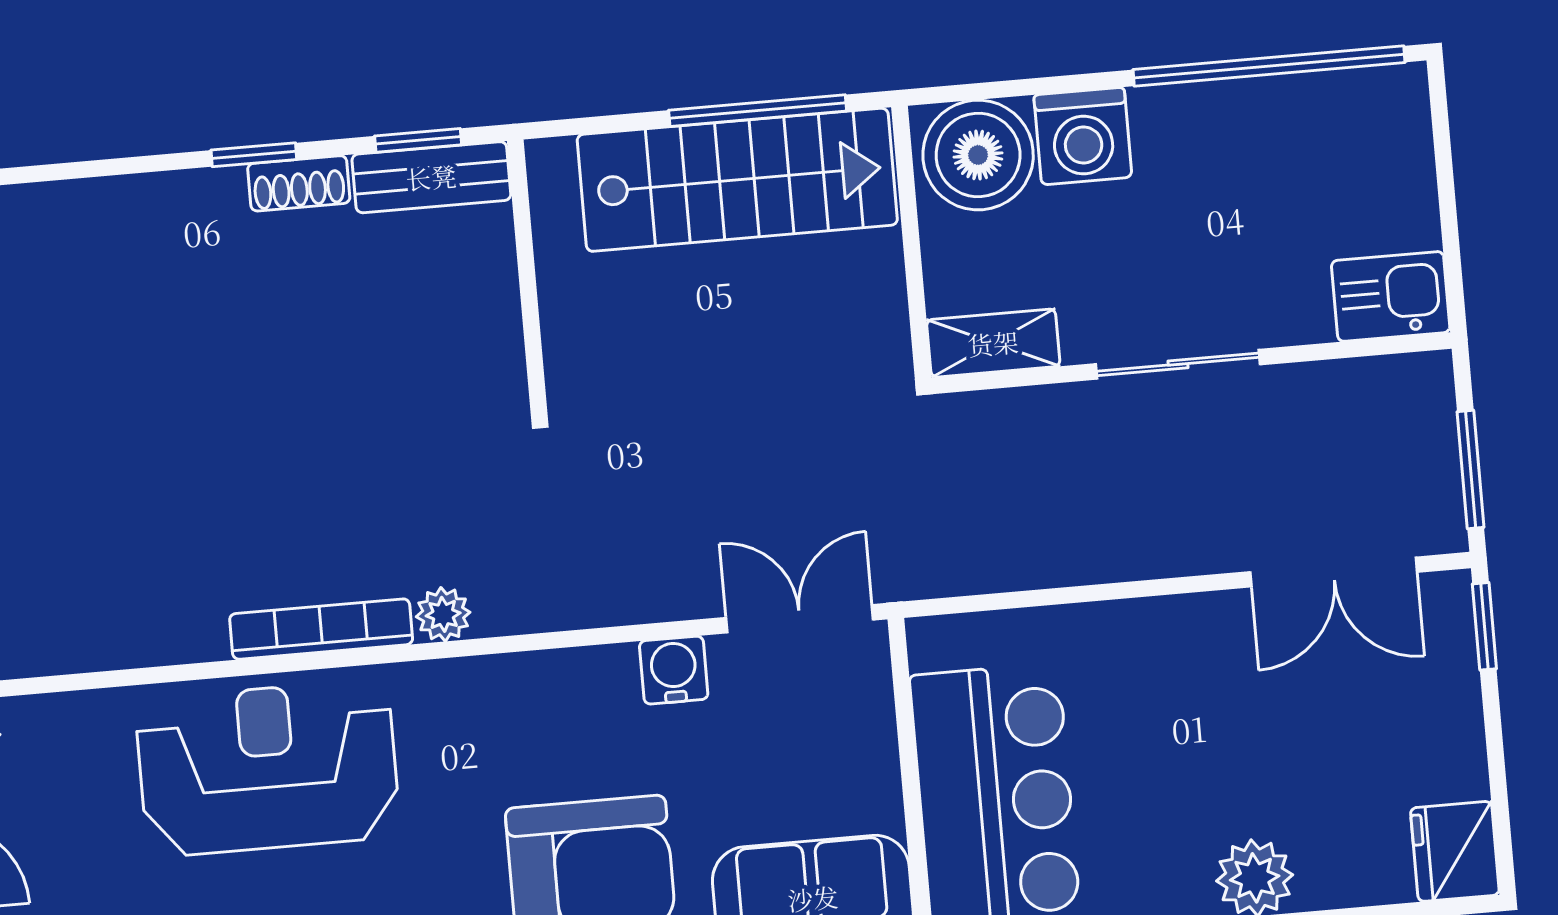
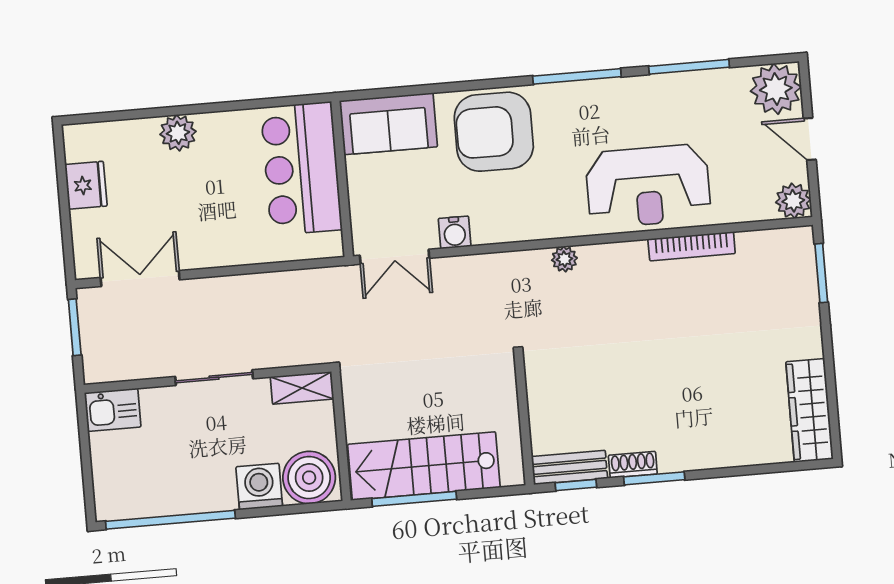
window: (254, 155) -> (654, 478), width x1.50
window: (1484, 626) -> (68, 253), removed
bookcase: (321, 629) -> (692, 246), moved
fridge: (1455, 851) -> (86, 185), moved

